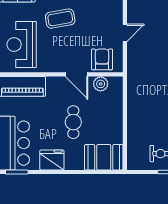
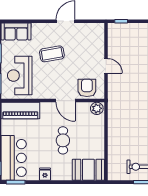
door: (125, 33) -> (106, 66), hinge flipped
plant: (101, 84) -> (97, 108), moved
fridge: (52, 160) -> (45, 174), width x0.53, depth x0.75

